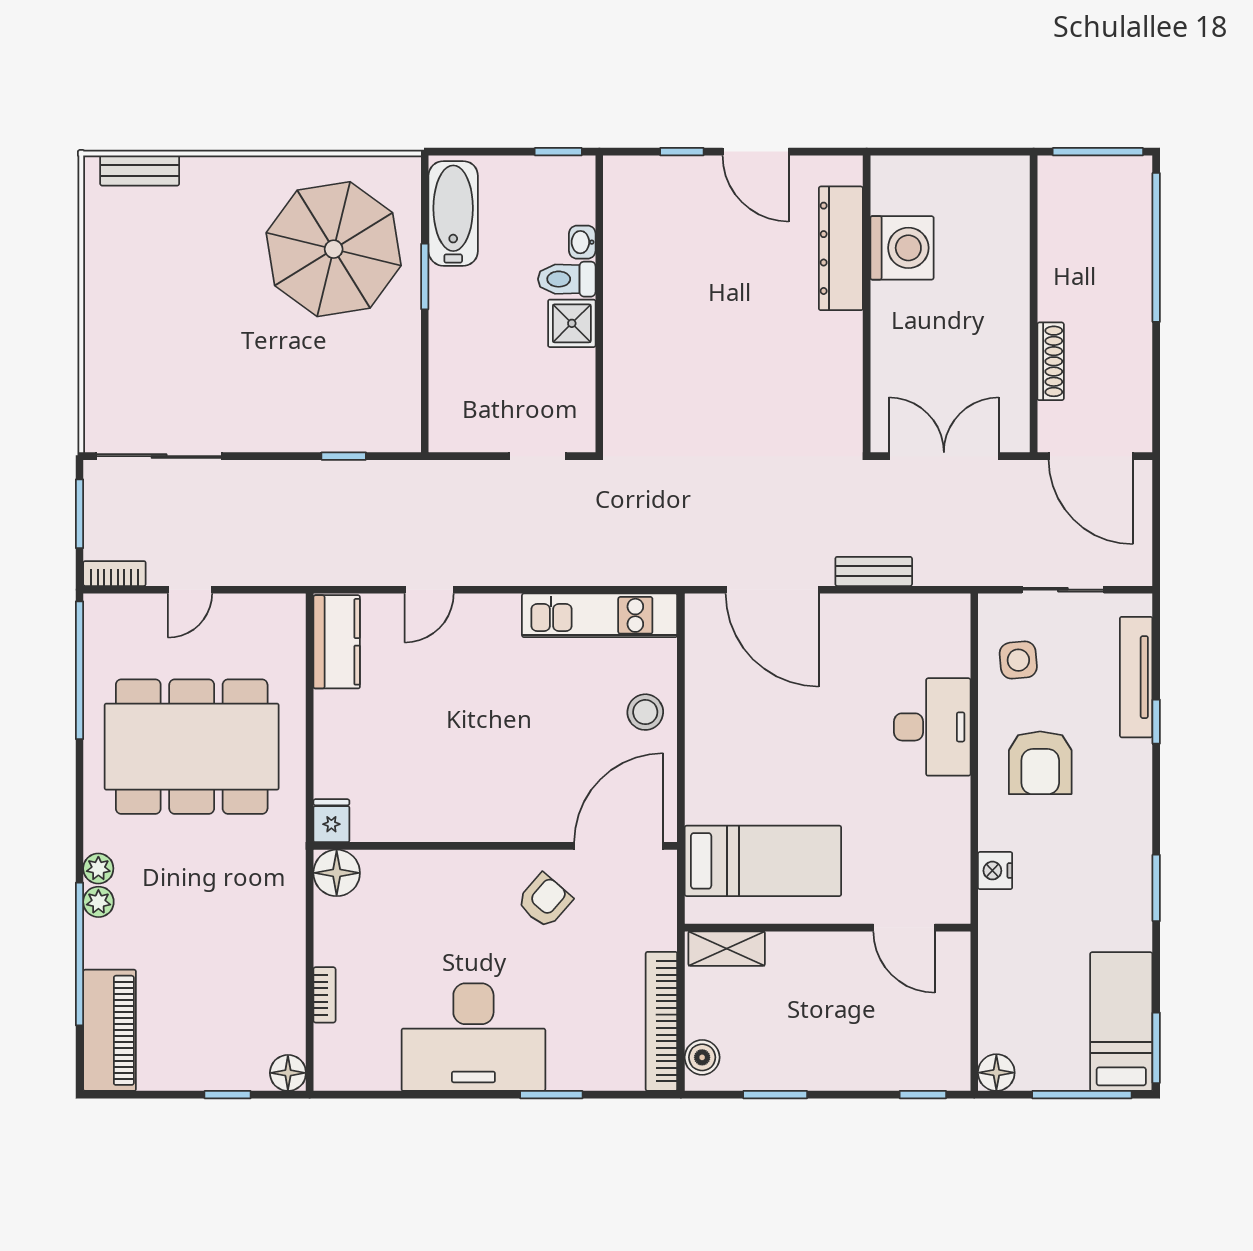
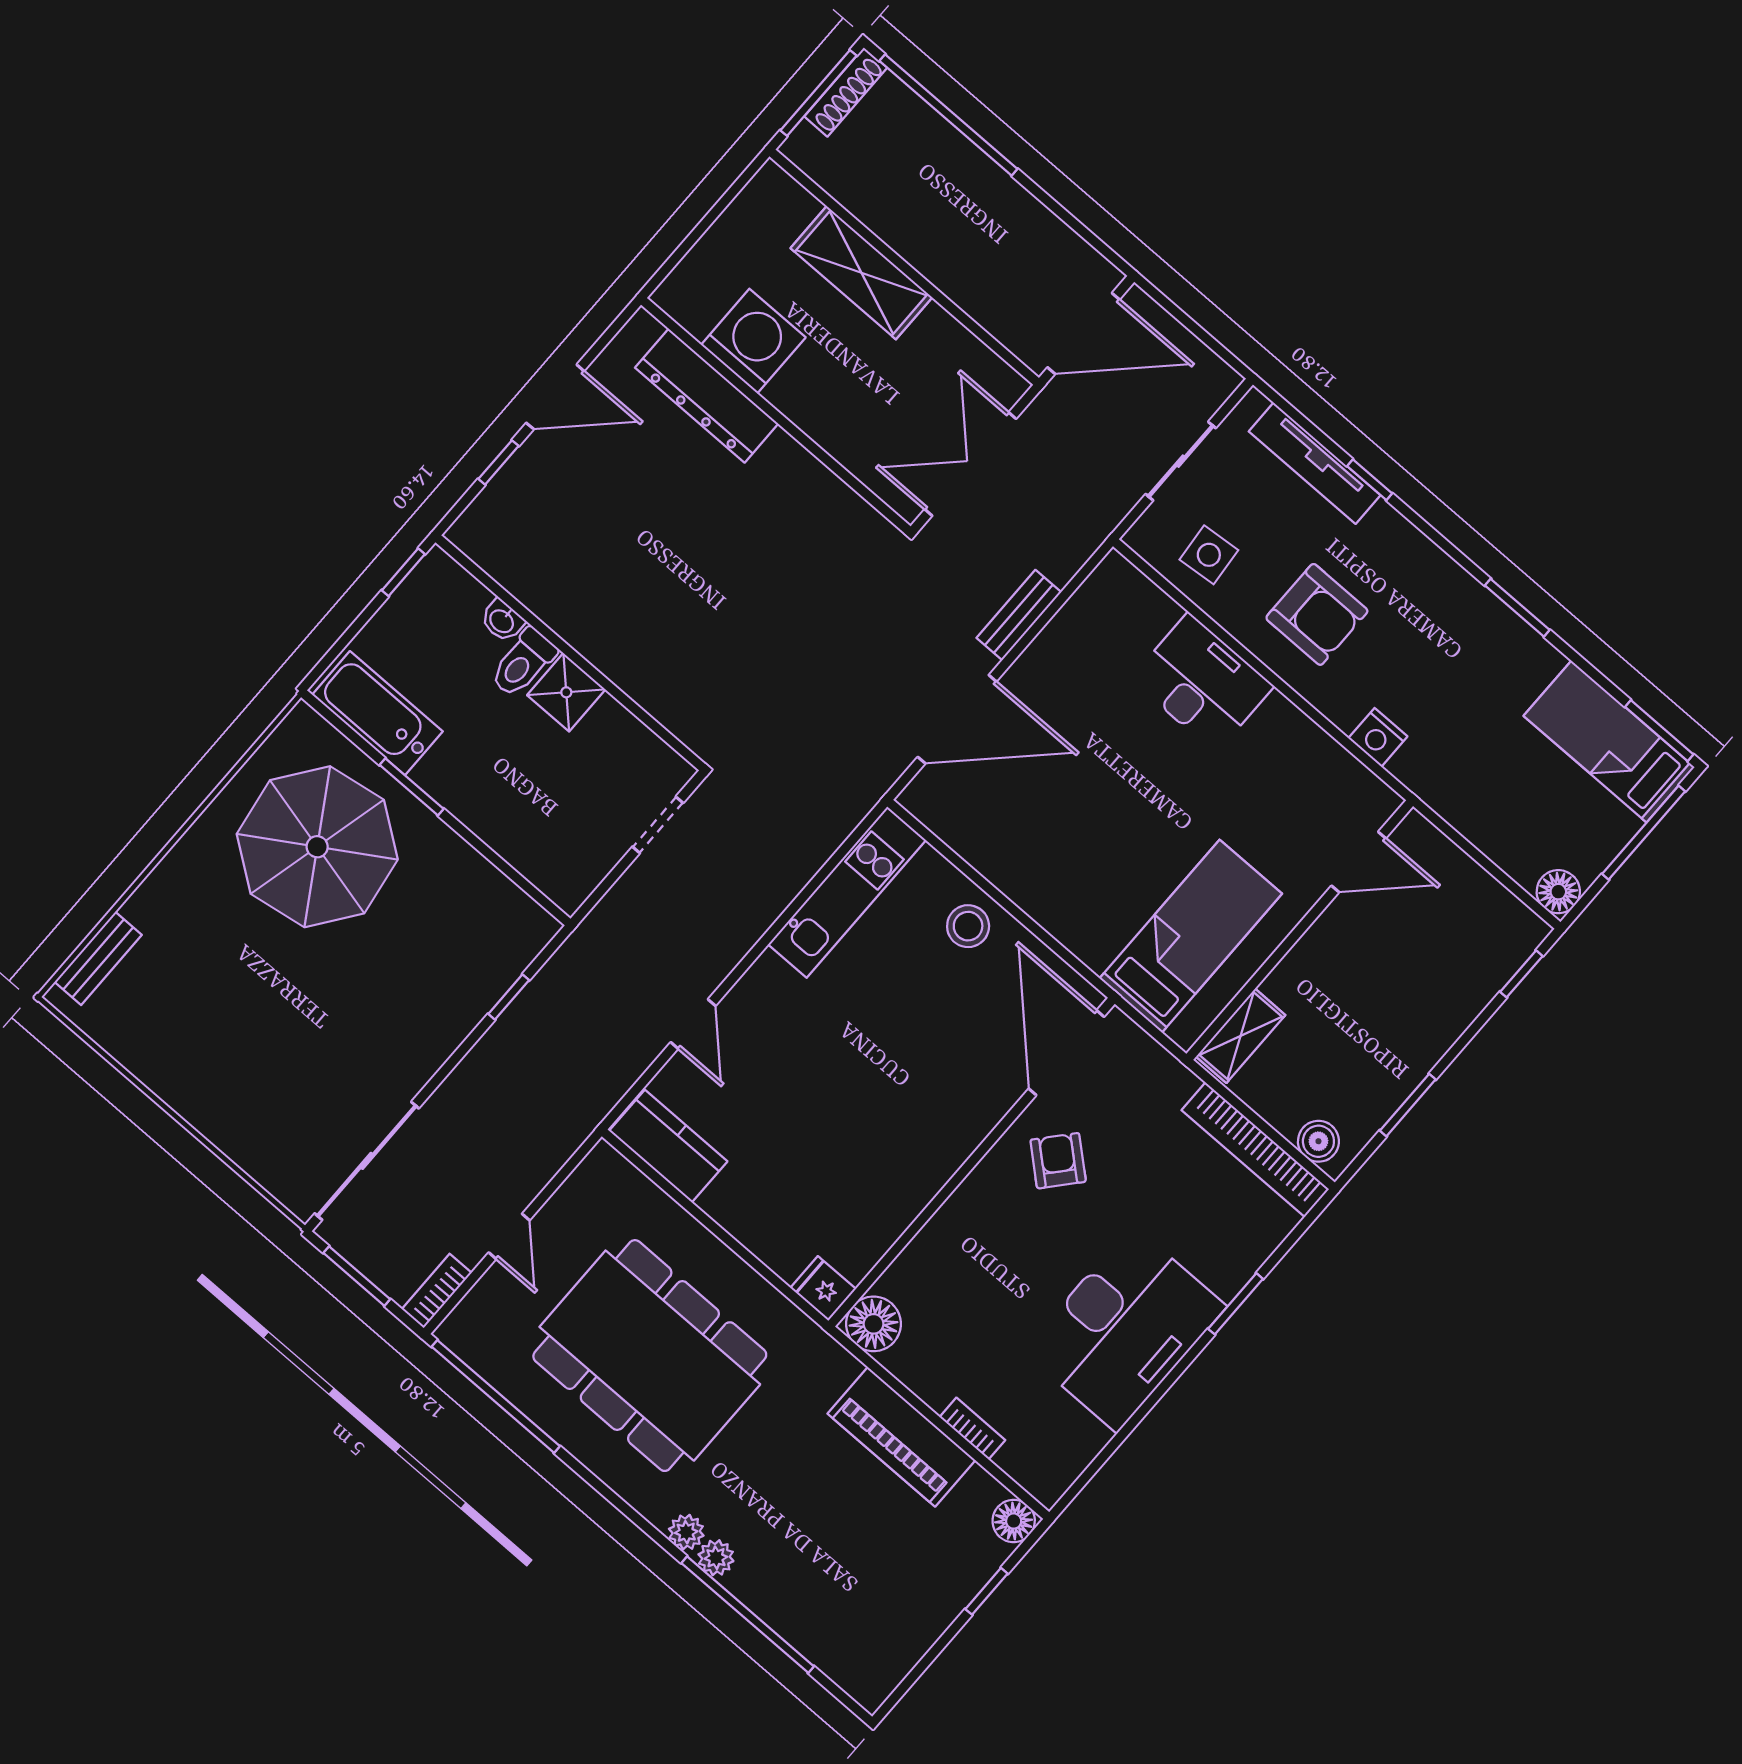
shelving: (1006, 279) -> (861, 273), added
shoe rack: (1051, 361) -> (846, 92), moved, turned 90
dining table: (192, 747) -> (650, 1356), turned 90
piano: (110, 1030) -> (901, 1437), moved, turned 180

